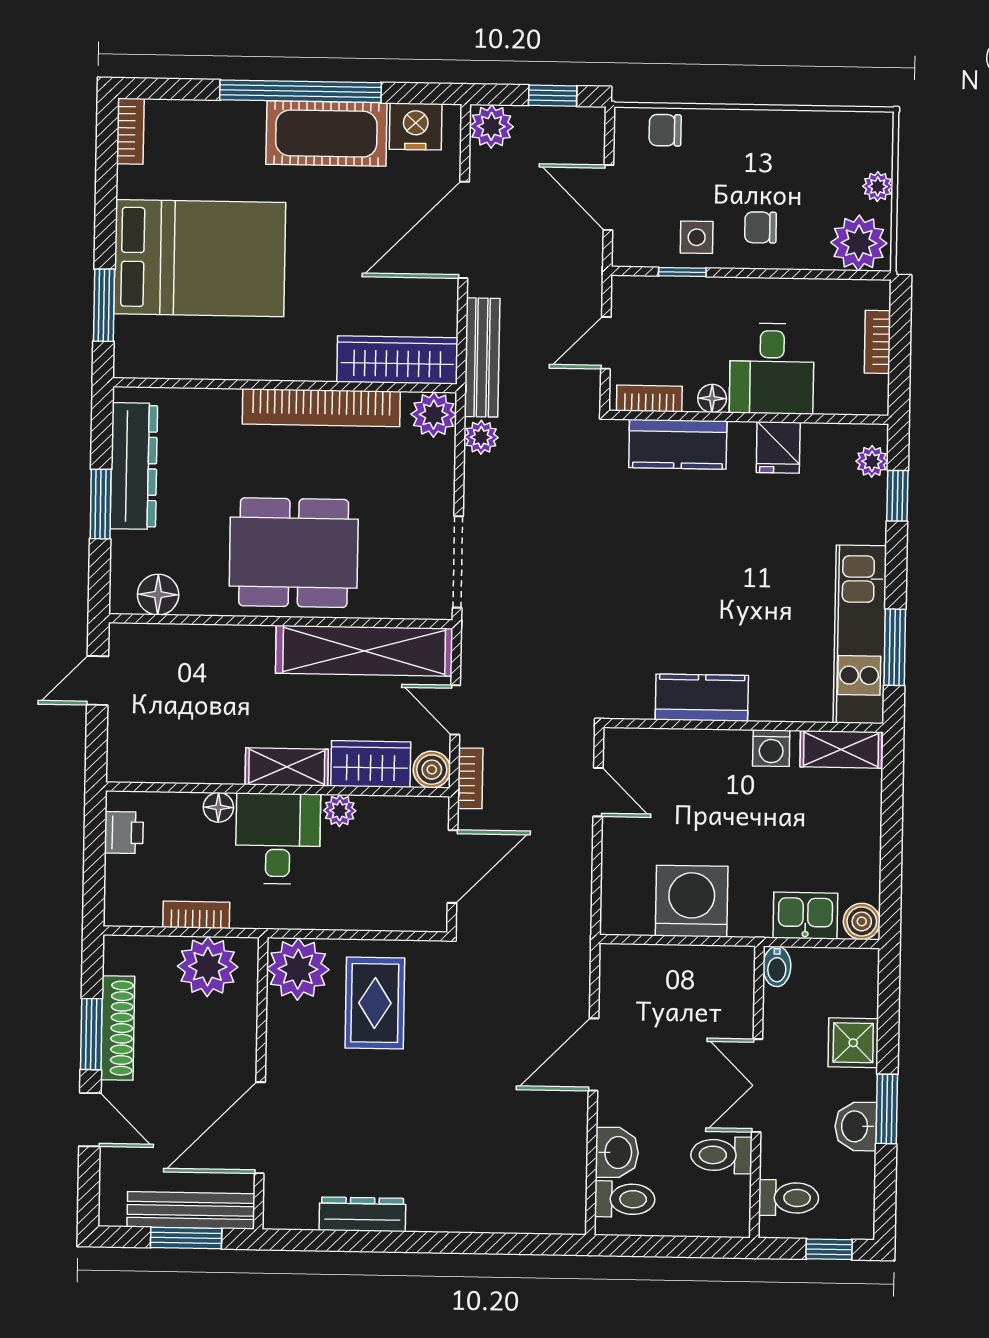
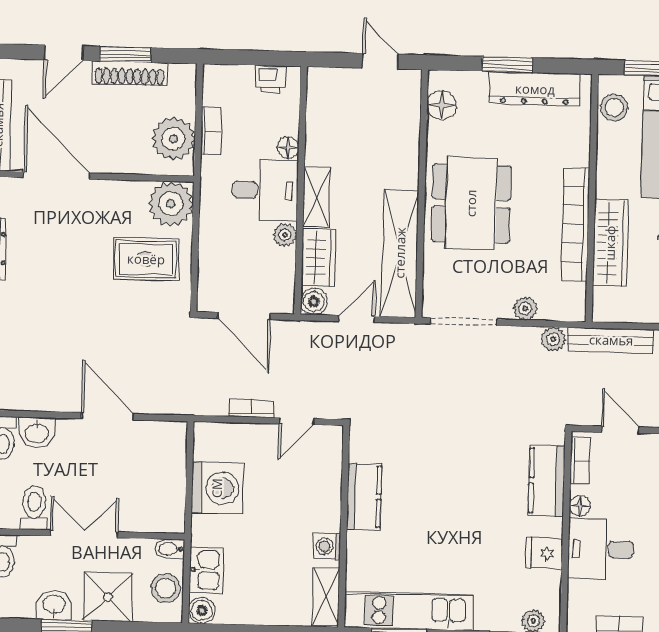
stool: (159, 355) -> (614, 108), added
wardrobe: (397, 360) -> (610, 243), moved
plant: (434, 415) -> (525, 308), moved, width x0.73, depth x0.73
bookcase: (470, 778) -> (251, 408), moved, turned 180
stool: (831, 972) -> (166, 588), added
shower: (853, 1043) -> (108, 597), width x1.36, depth x1.36

